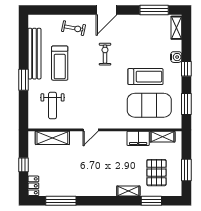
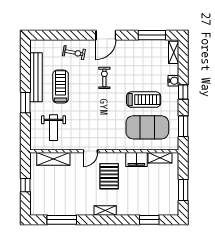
treadmill: (60, 63) -> (61, 87), turned 180
pallet: (156, 173) -> (109, 176), moved
locker: (33, 186) -> (35, 205), removed
shelving: (128, 191) -> (105, 210), moved

